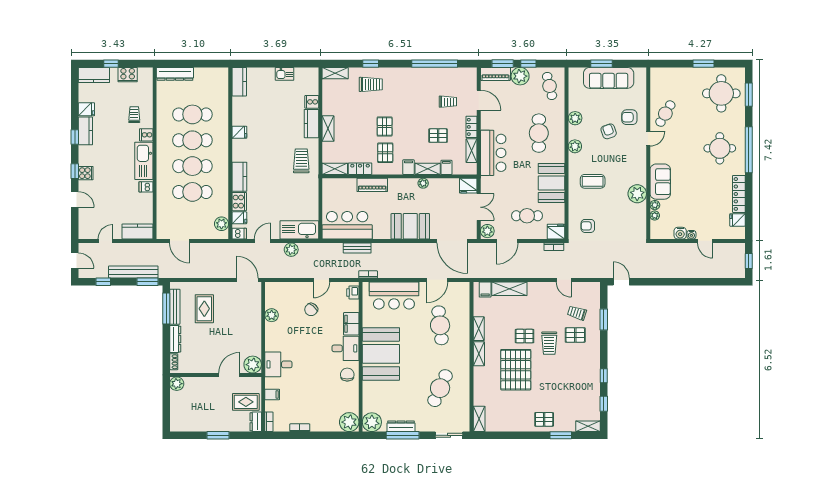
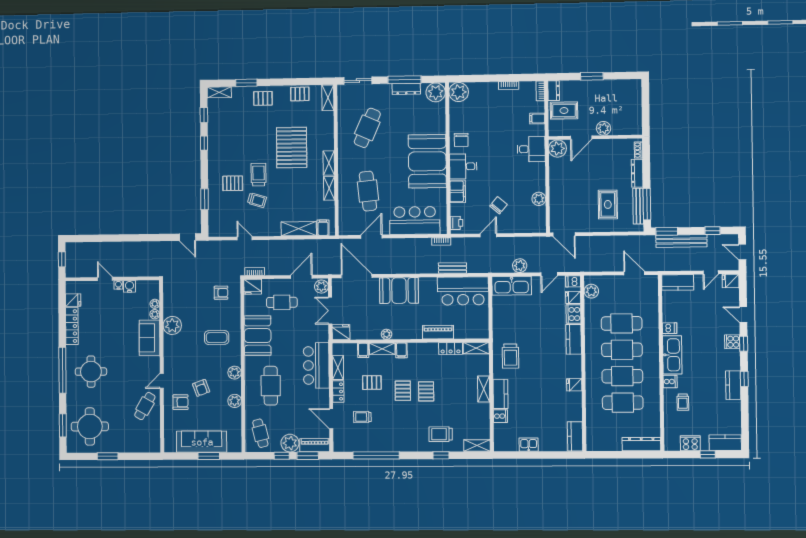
fridge: (86, 109) -> (731, 281), moved
pallet: (385, 153) -> (403, 391), moved
trolley: (577, 313) -> (257, 200), moved
pallet: (525, 336) -> (300, 94), moved
plant: (177, 384) -> (604, 128), moved

